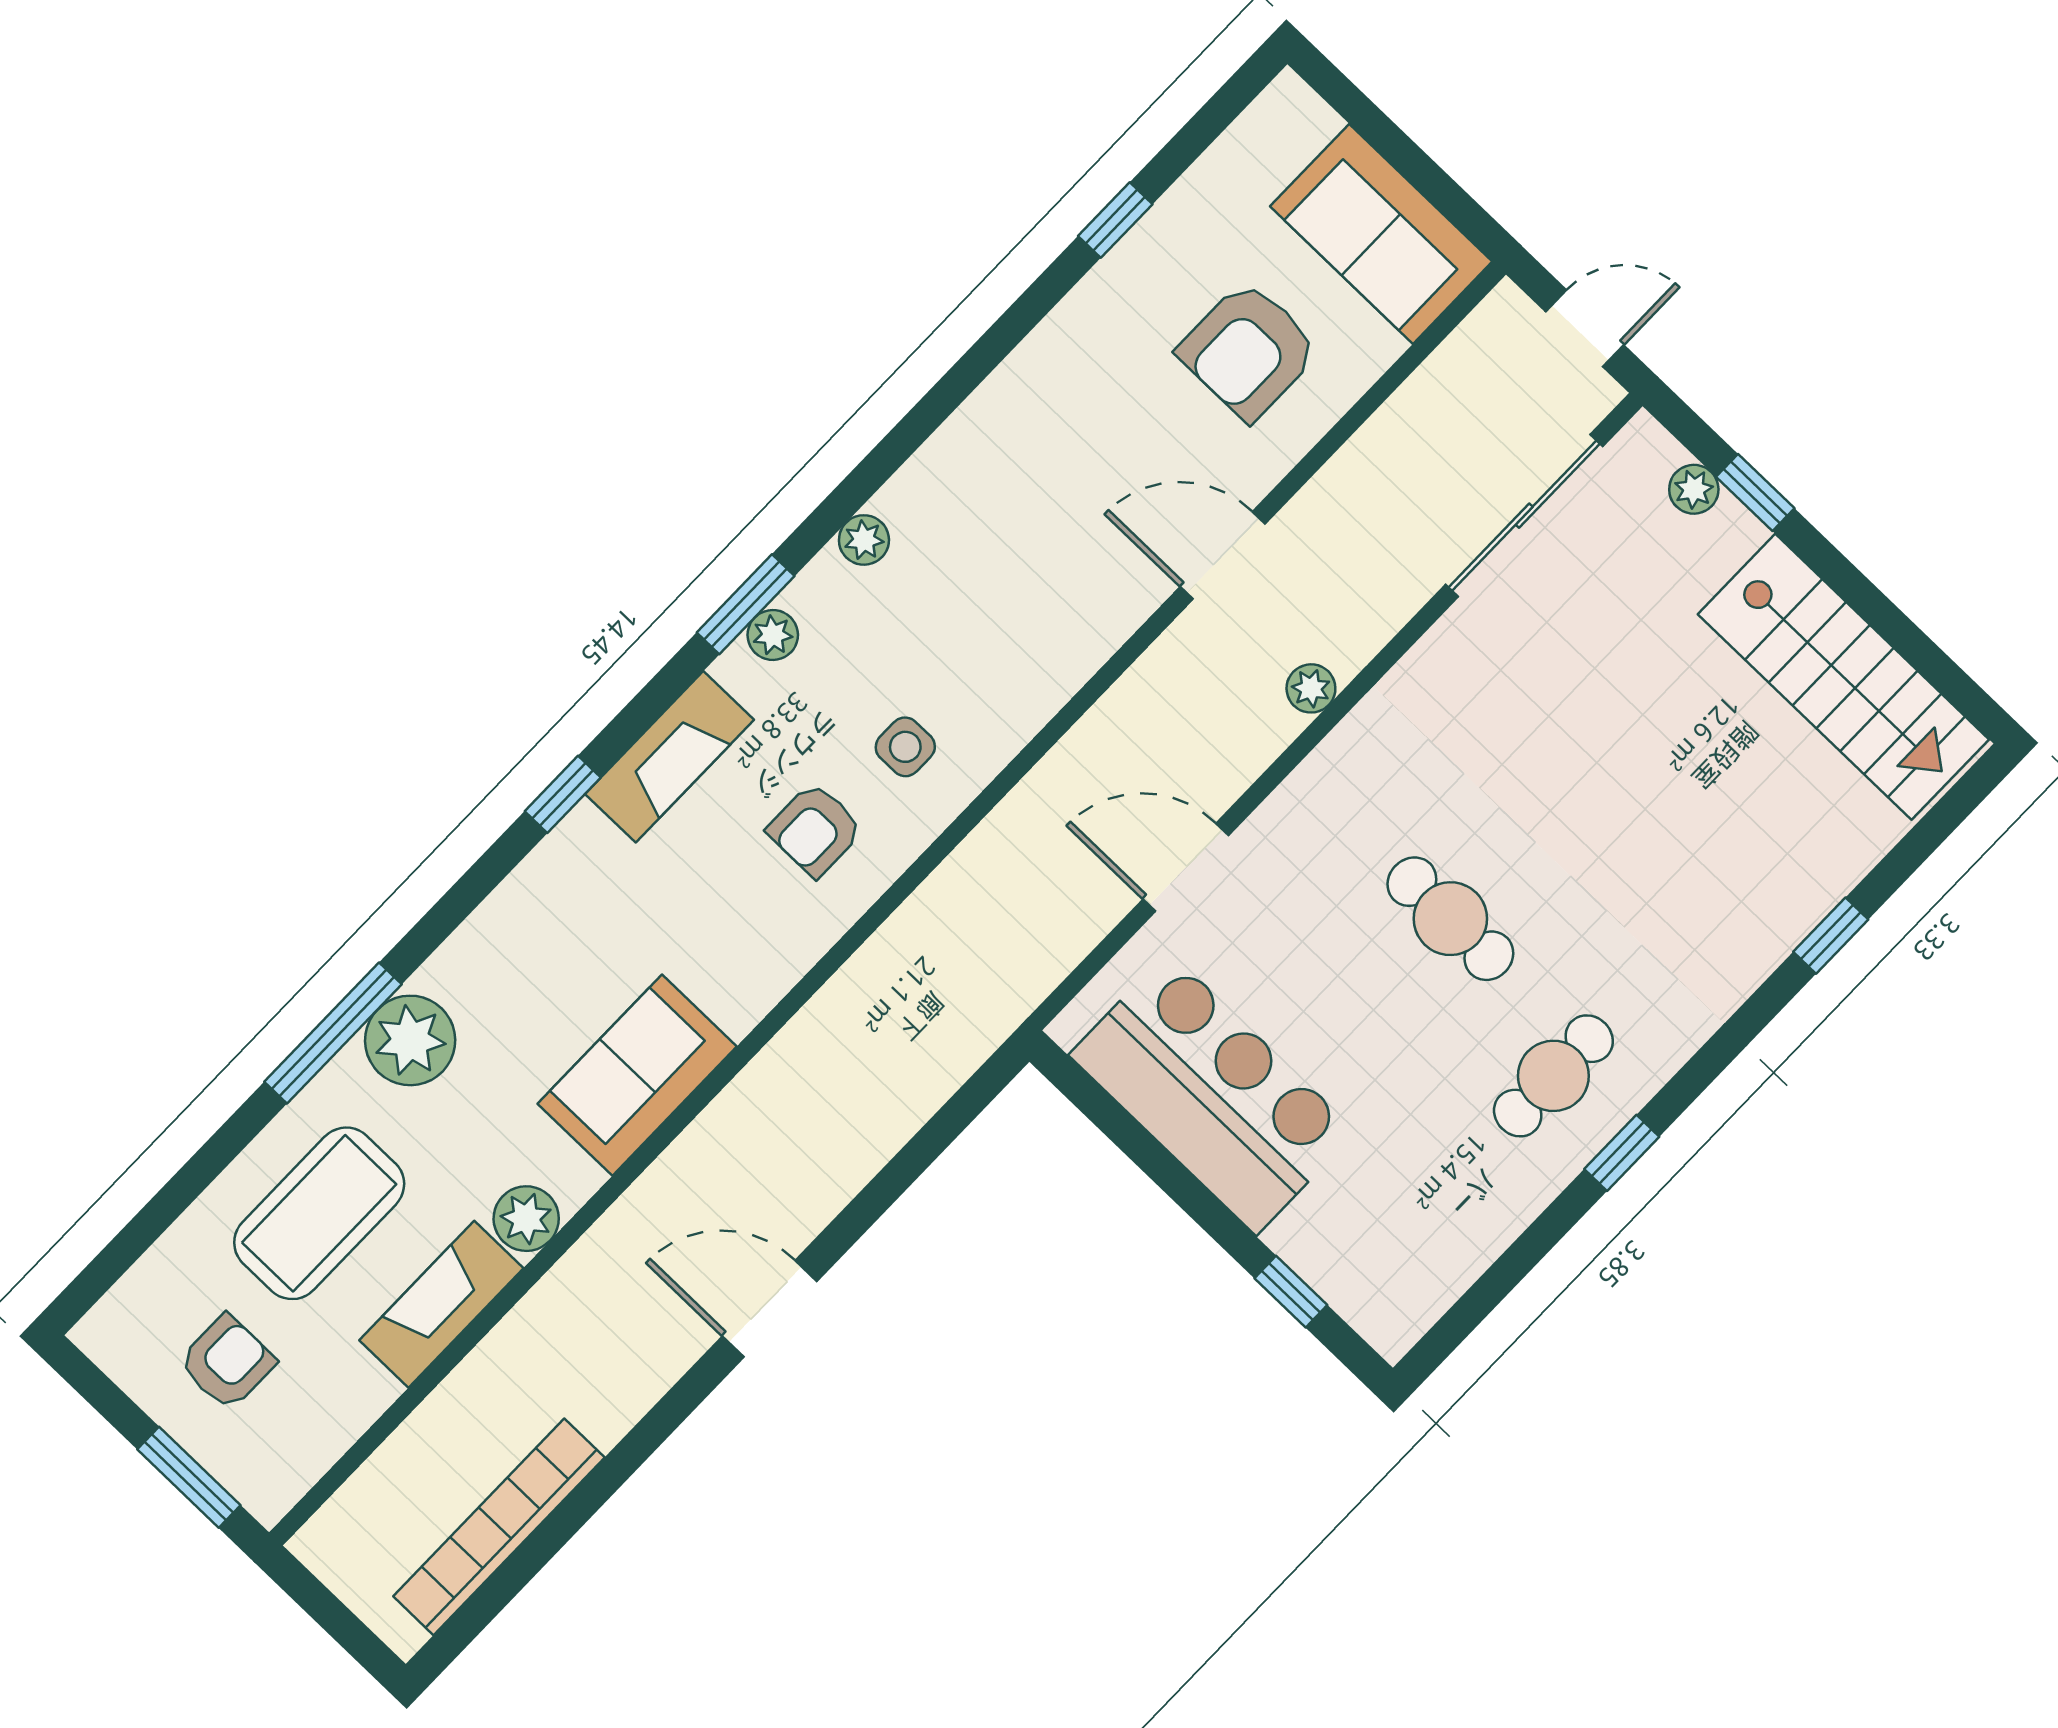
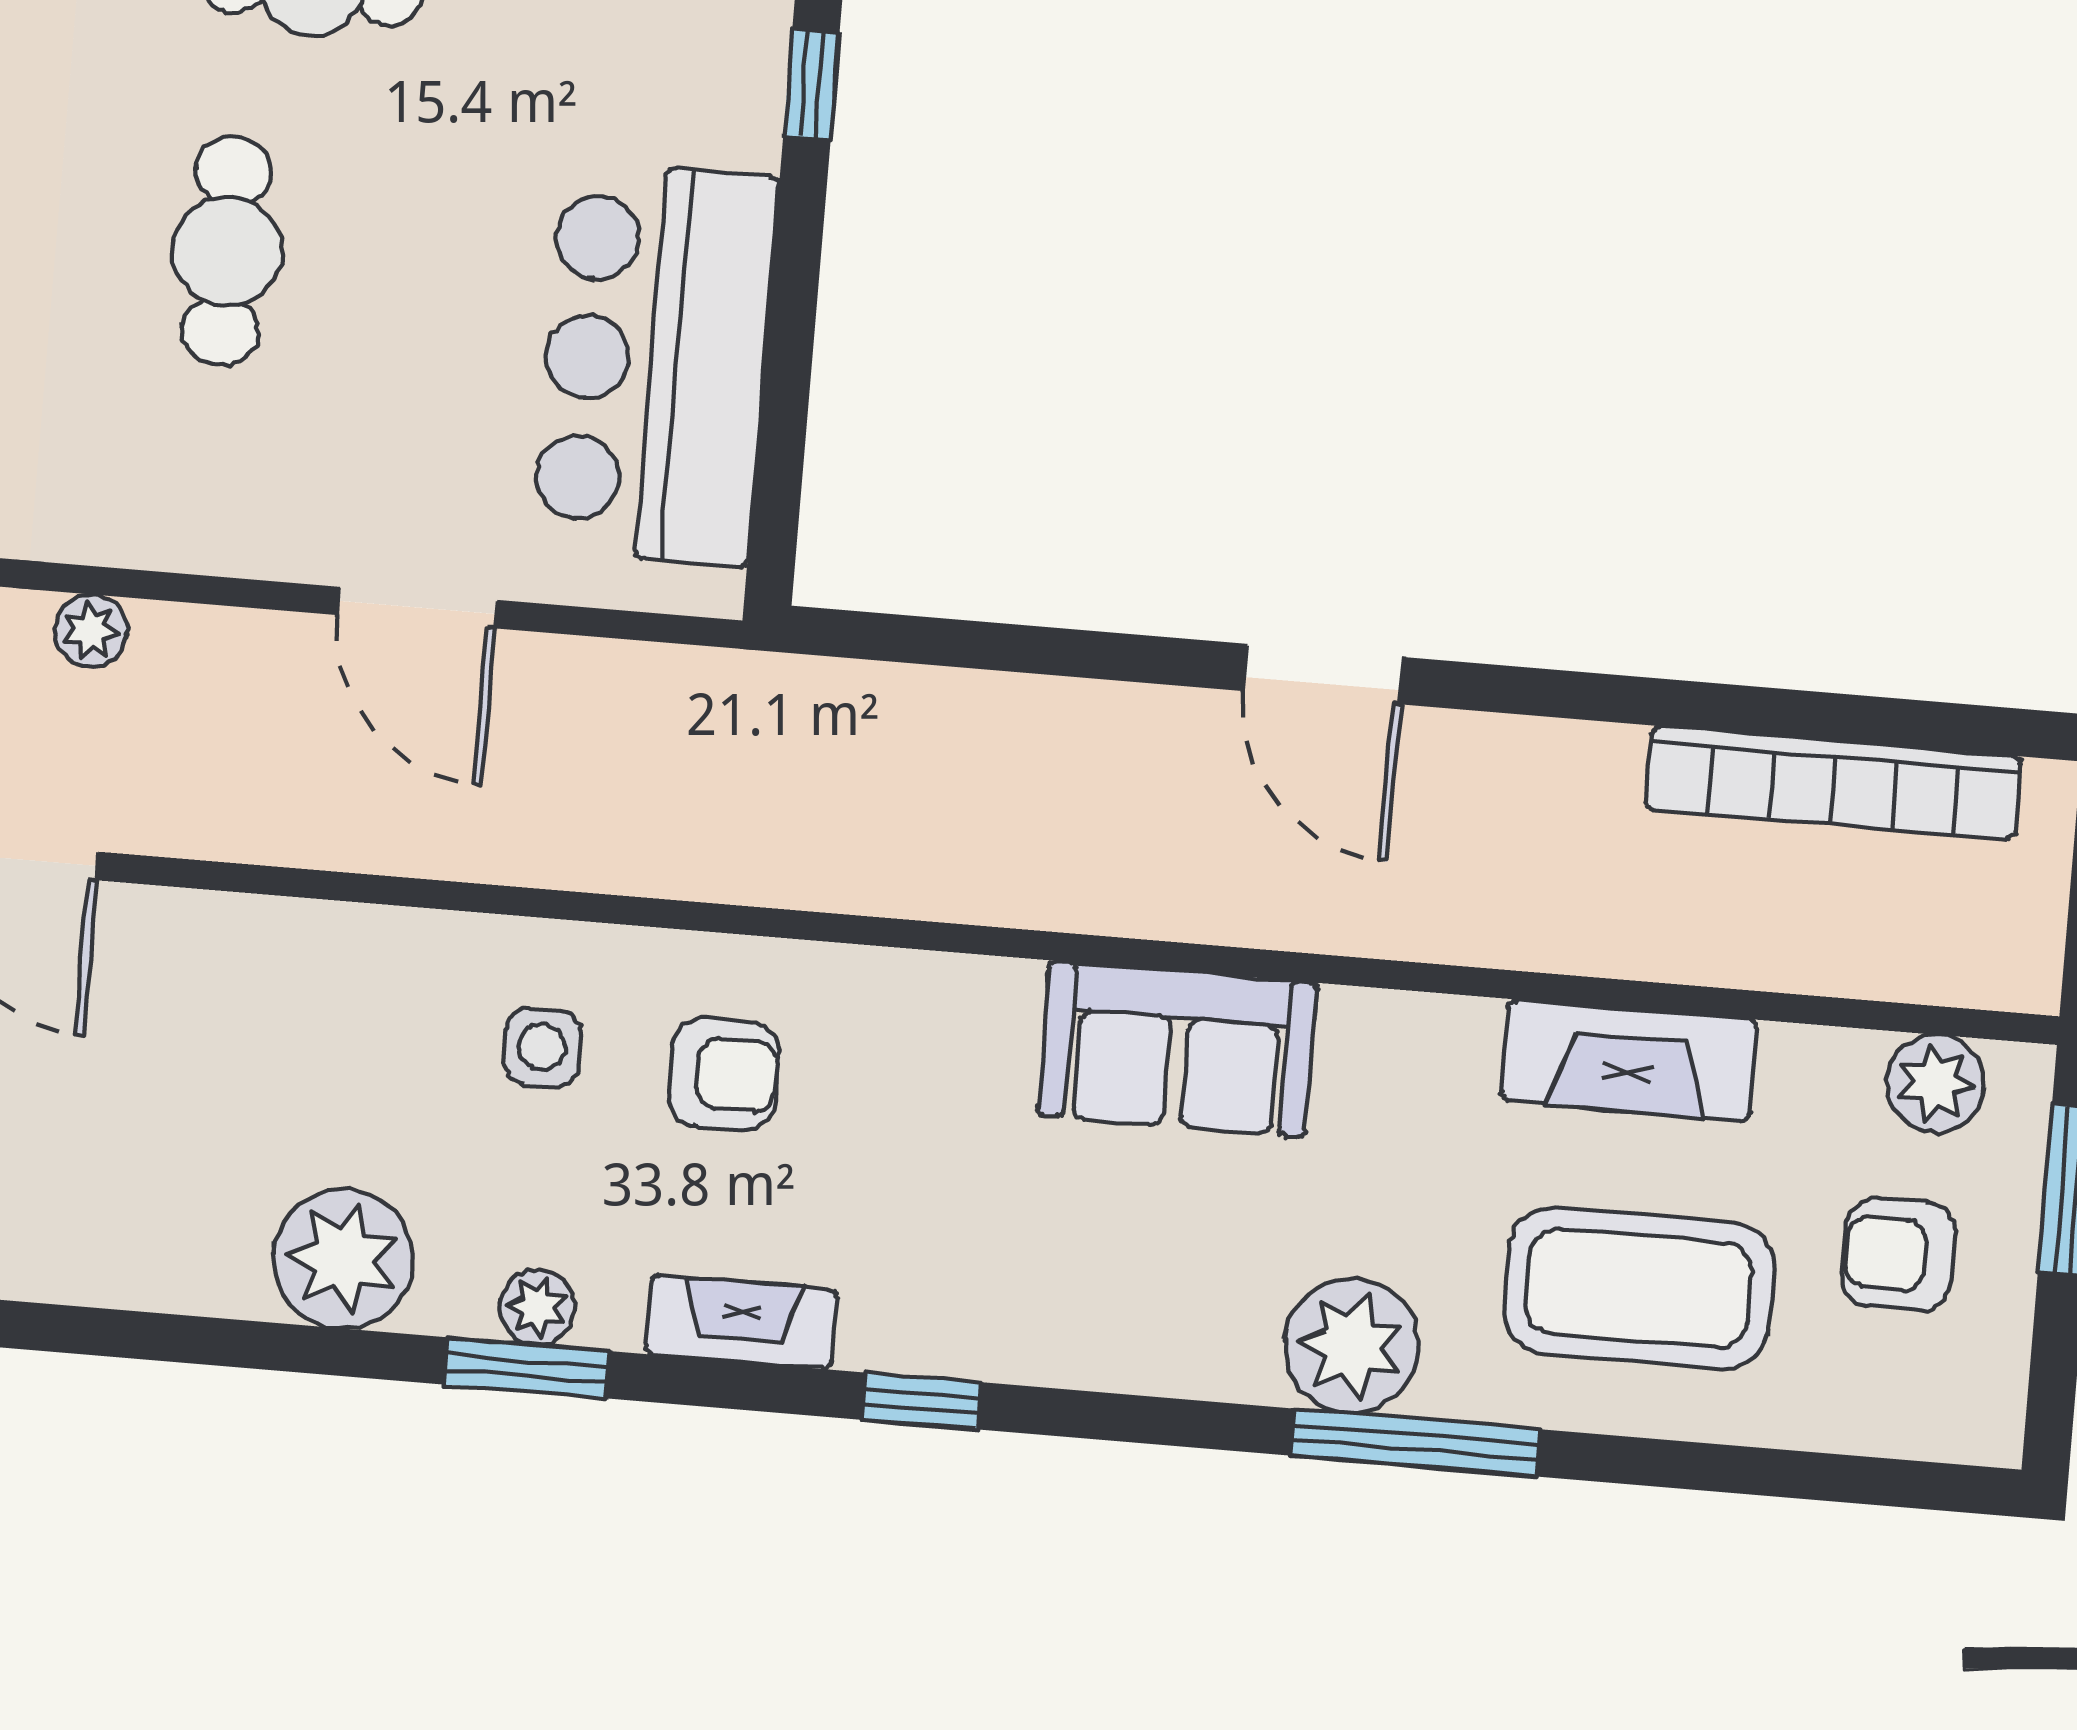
plant: (864, 540) -> (343, 1258), width x1.88, depth x1.88
fireplace: (669, 757) -> (741, 1322), width x0.73, depth x0.76
plant: (526, 1219) -> (1935, 1083), moved

